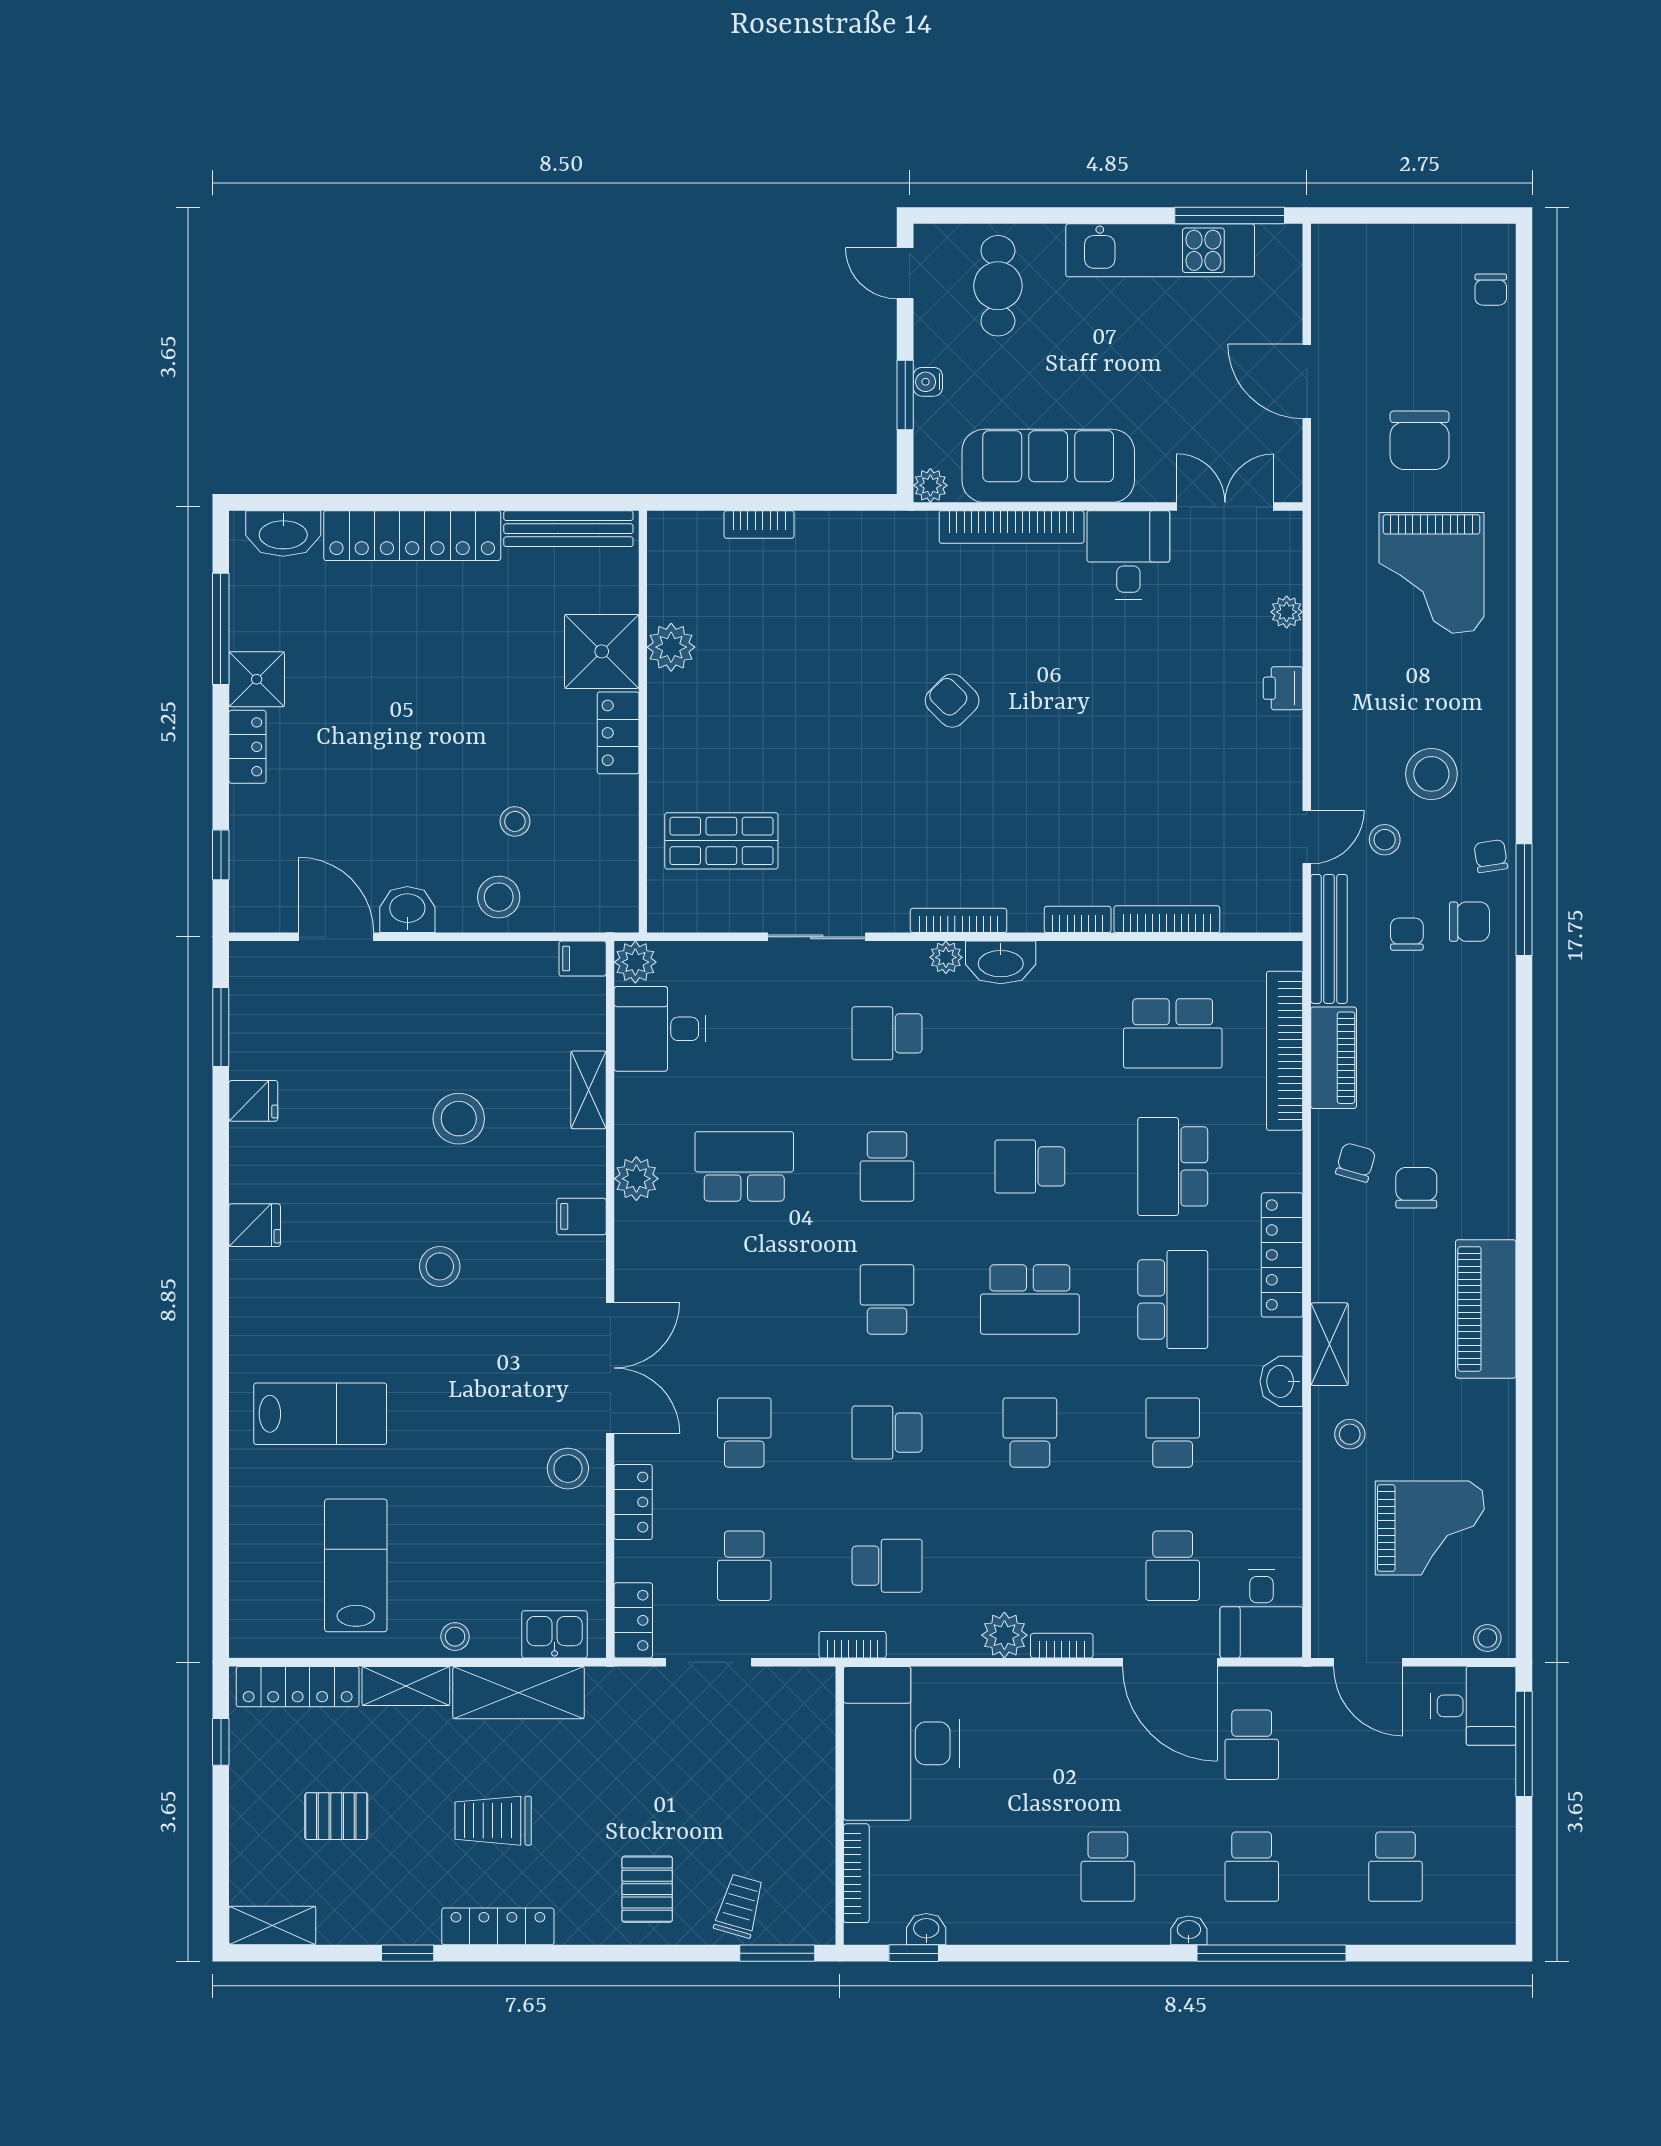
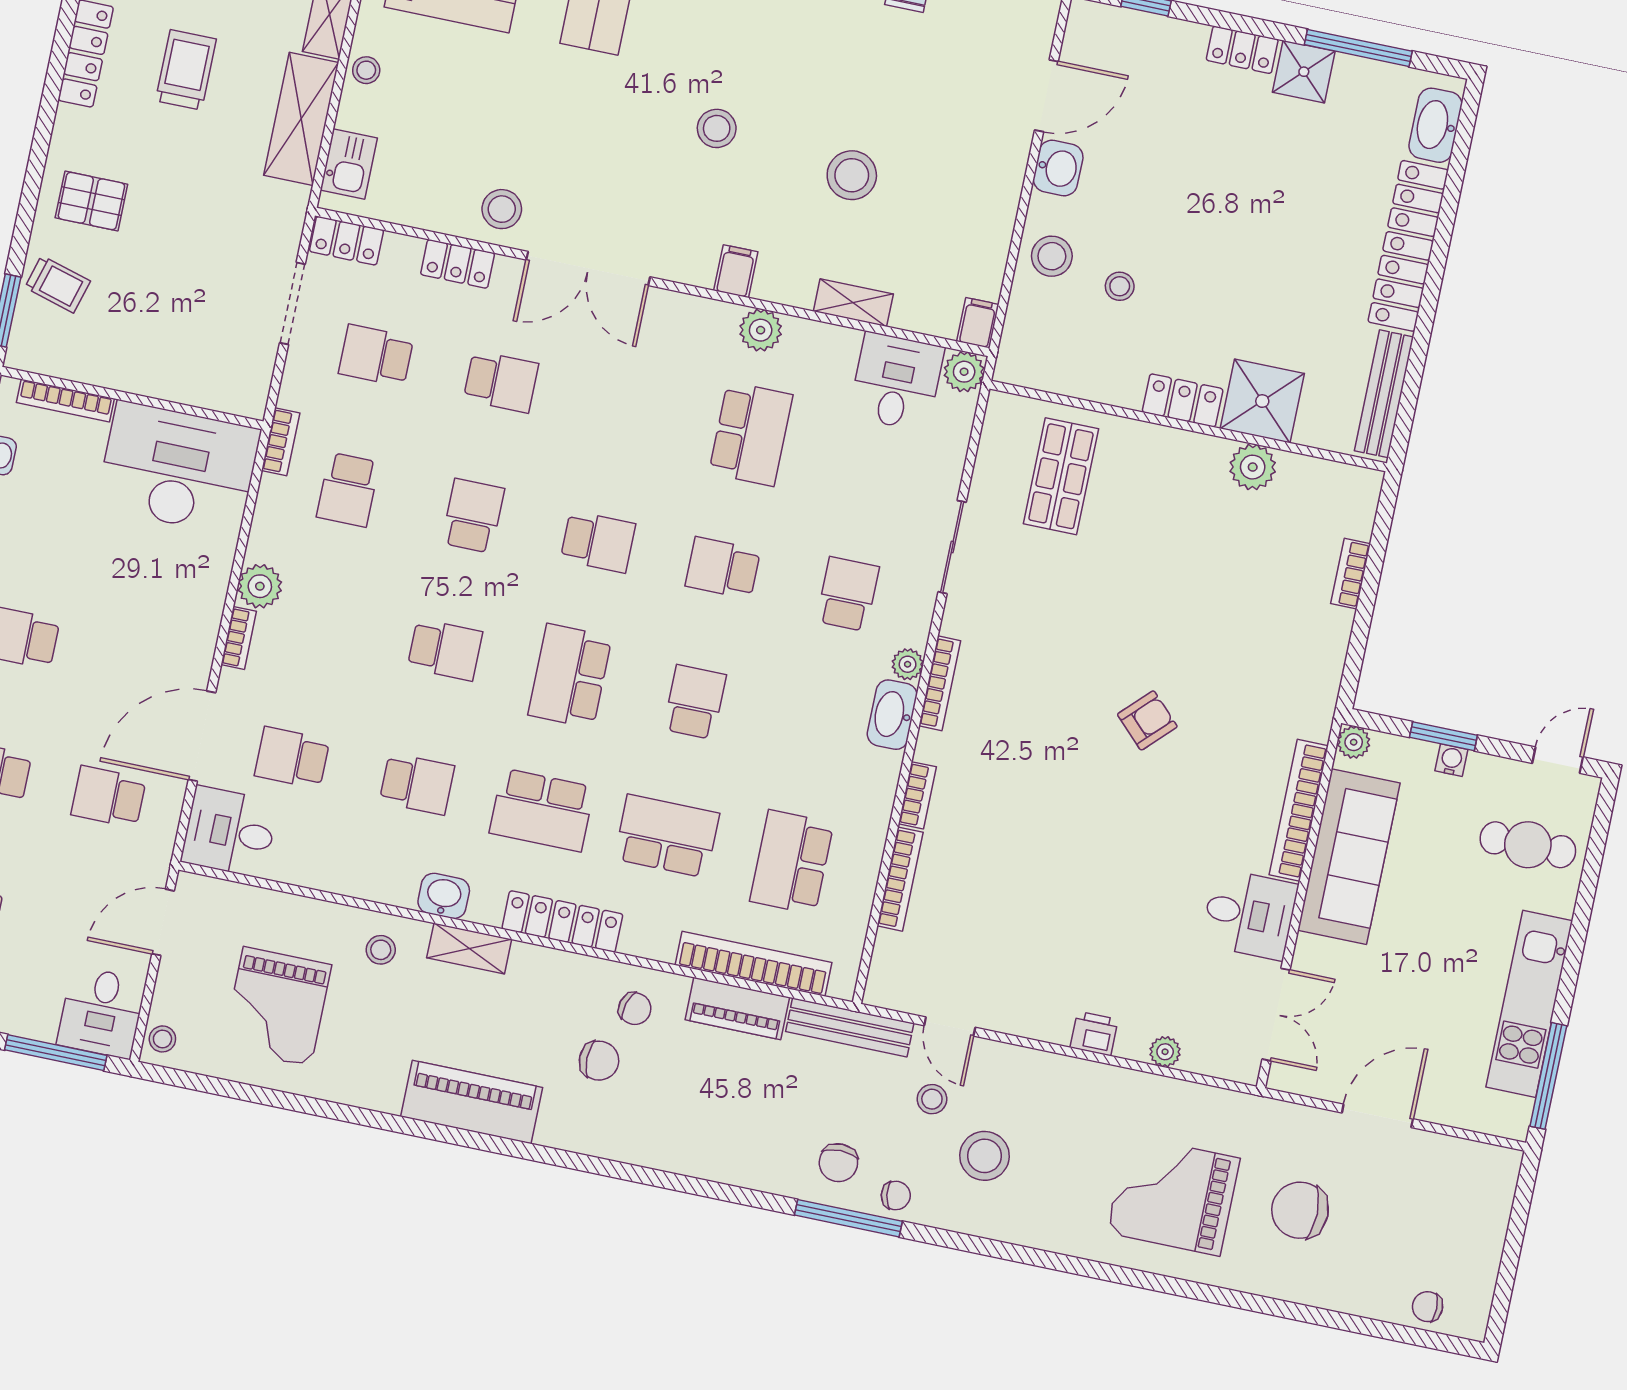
chair: (1407, 934) -> (839, 1101), removed

